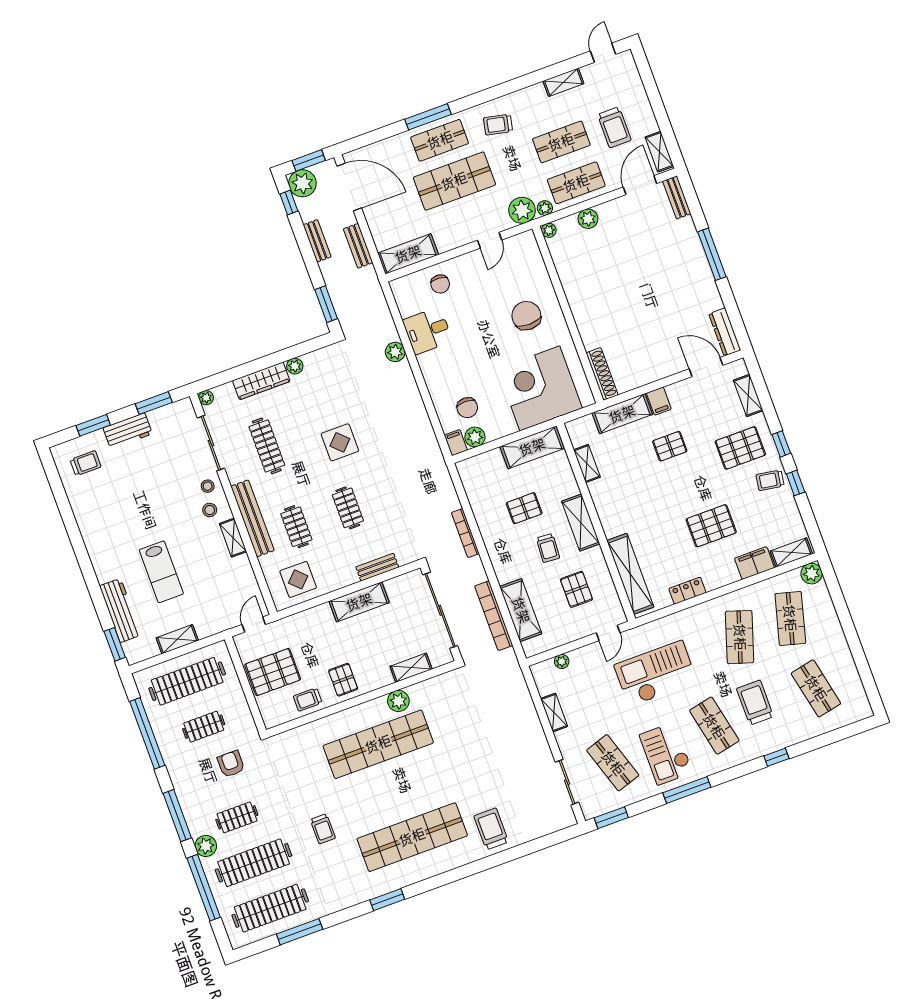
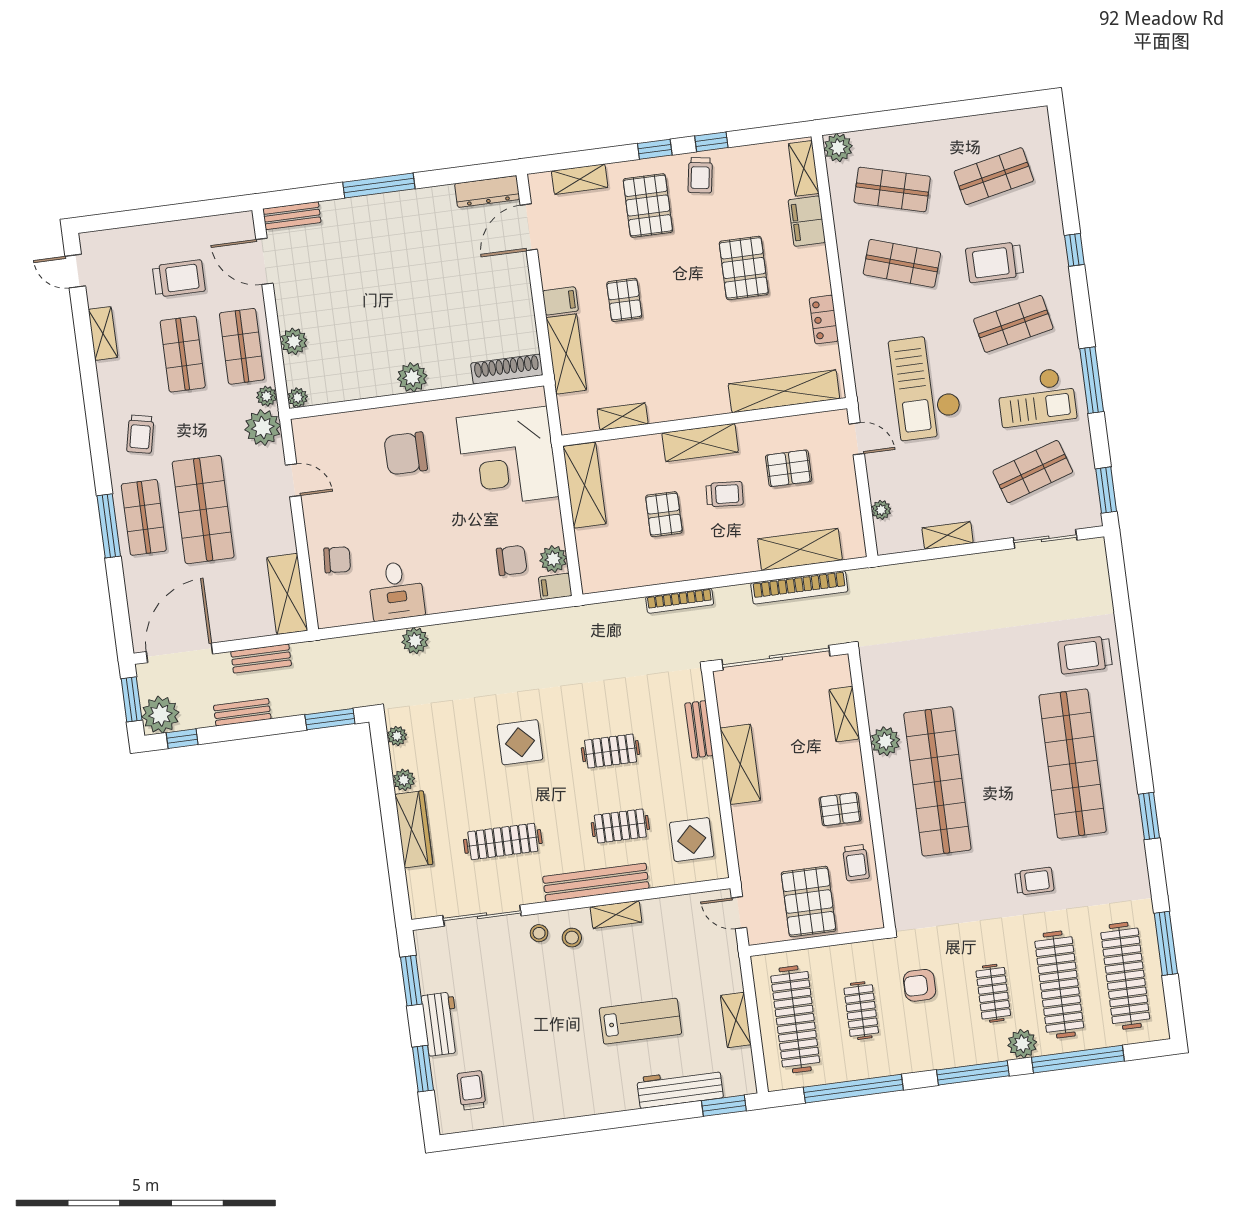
shelving: (659, 152) -> (225, 225), removed
plant: (581, 308) -> (412, 377), added
plant: (206, 398) -> (397, 736), moved

